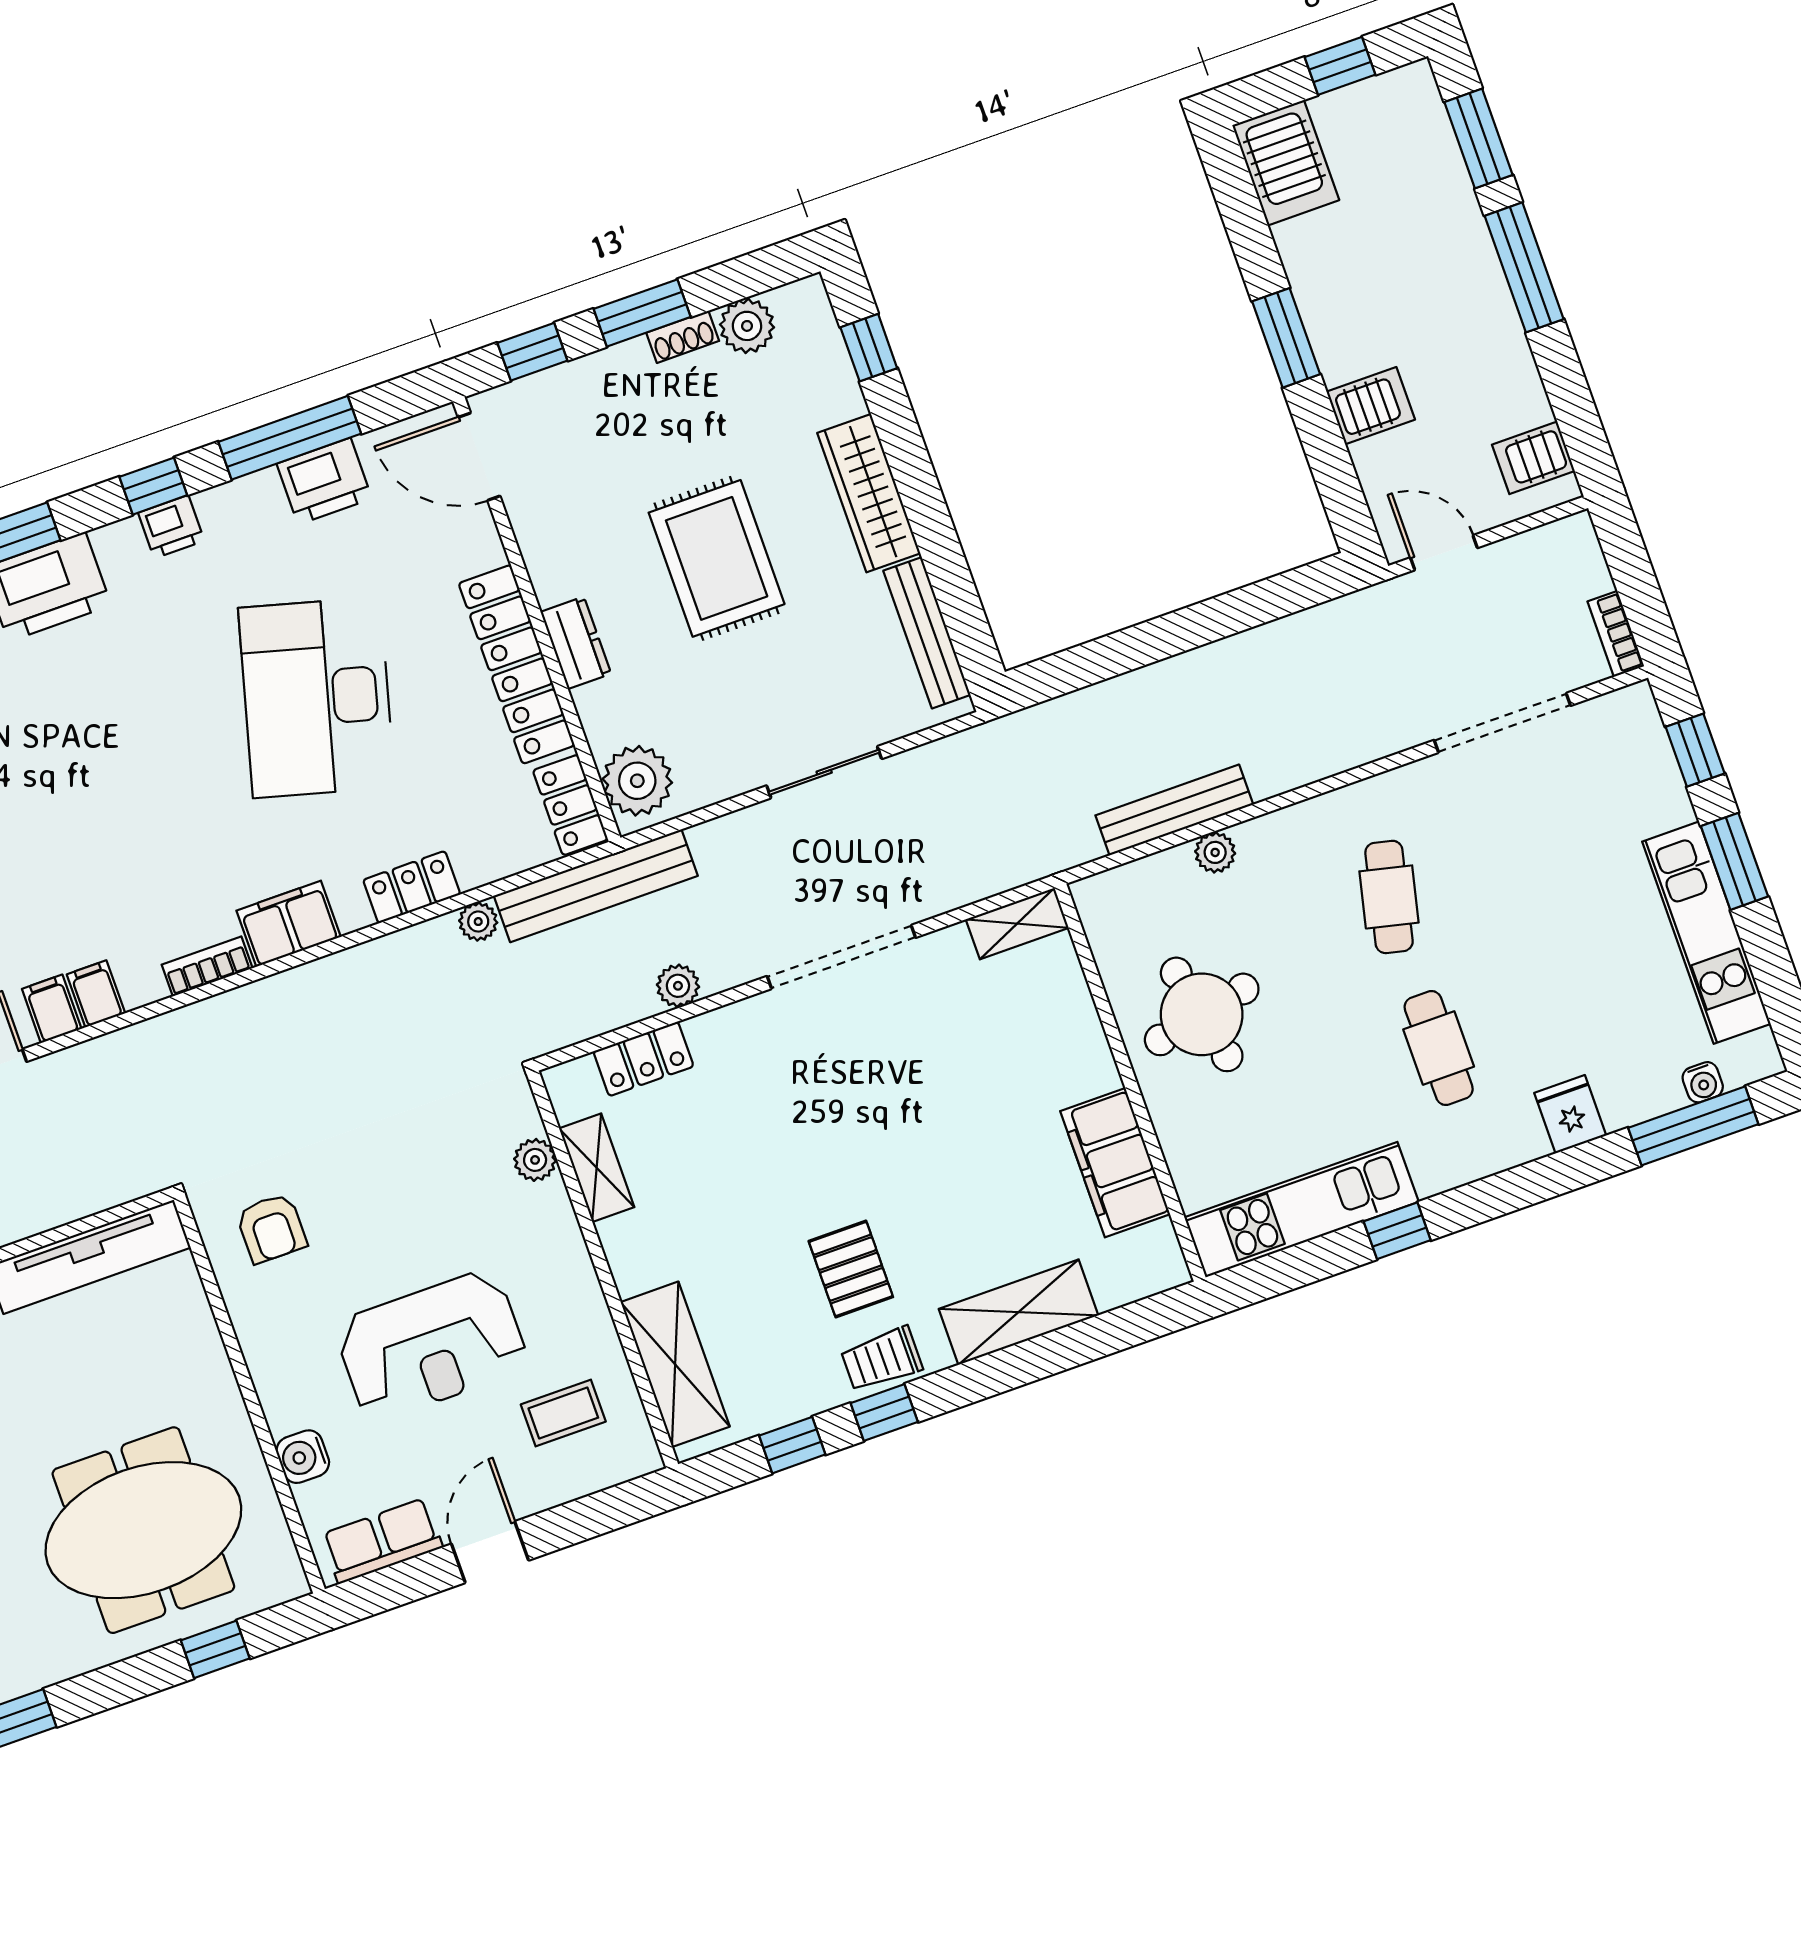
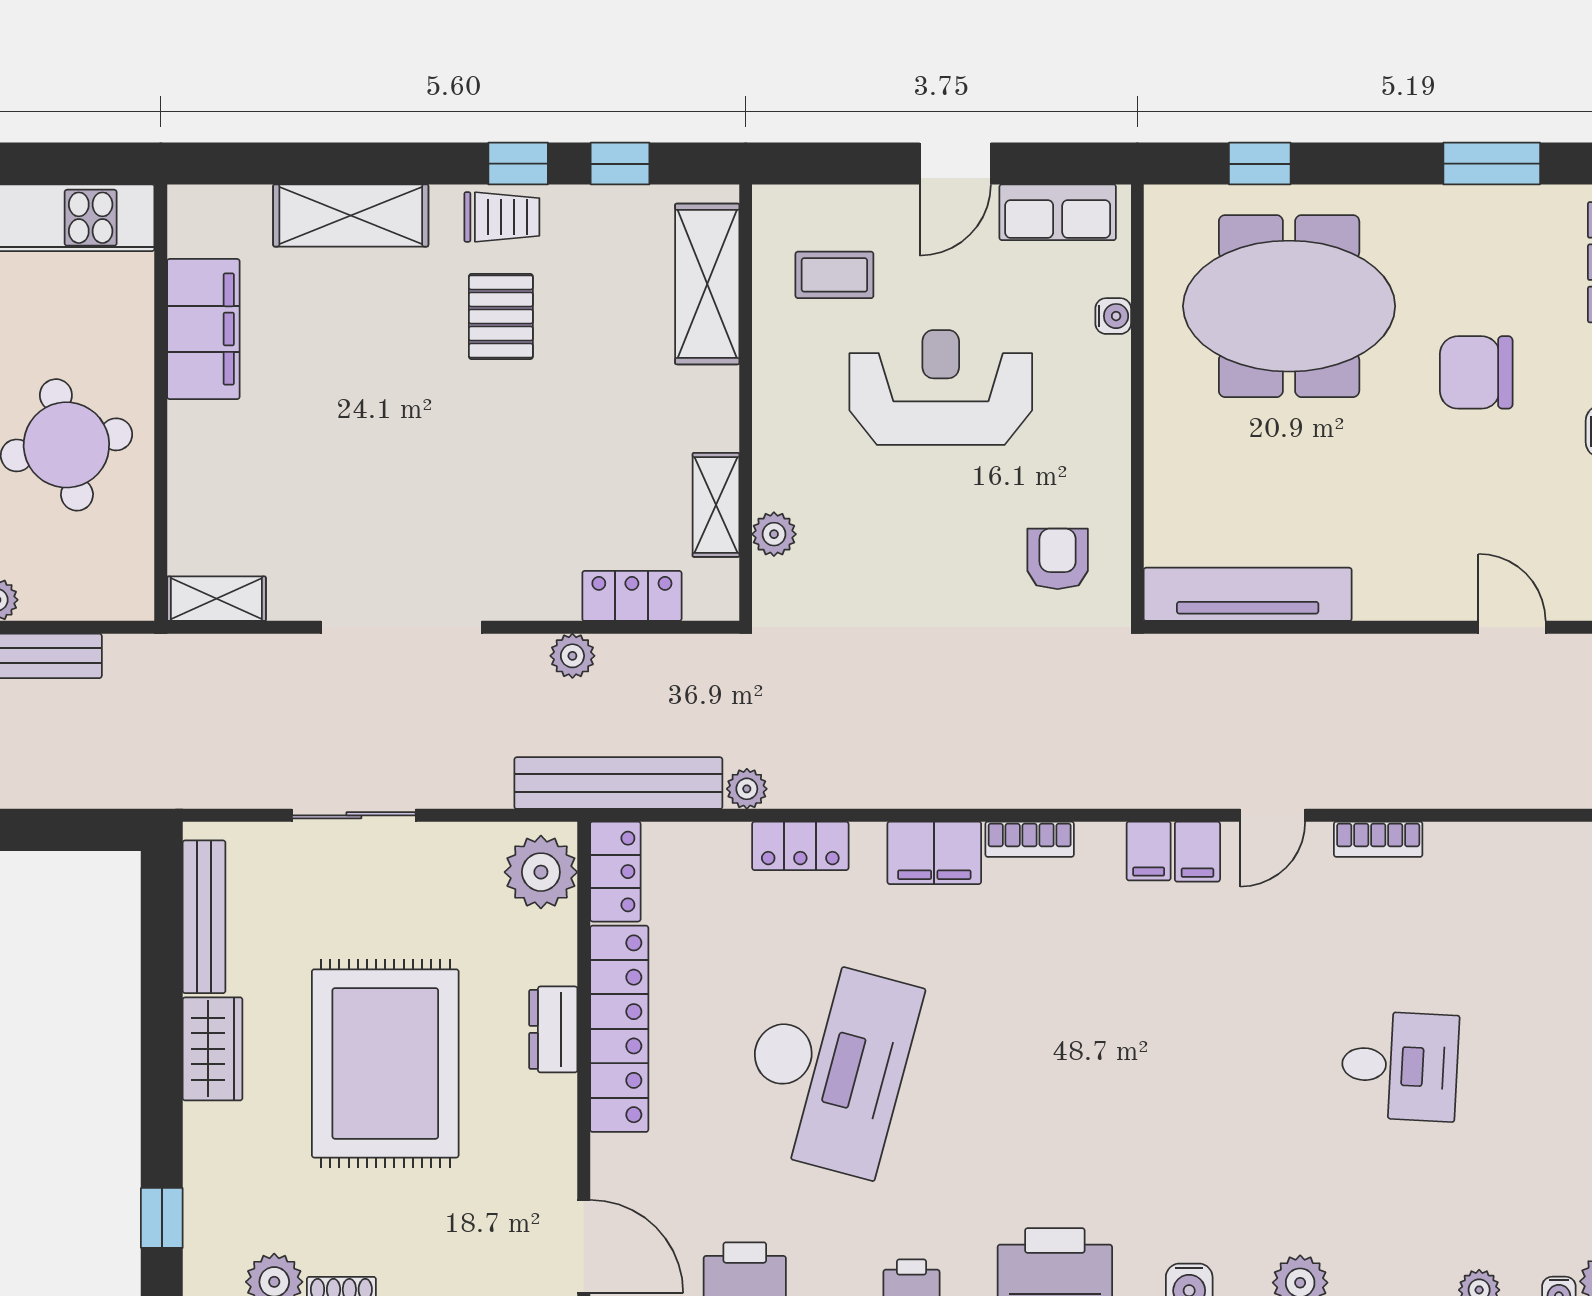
wardrobe: (869, 493) -> (213, 1049), width x0.67
rug: (717, 558) -> (385, 1063), width x1.37, depth x1.44
water cooler: (303, 1457) -> (1113, 316), width x0.72, depth x0.72

